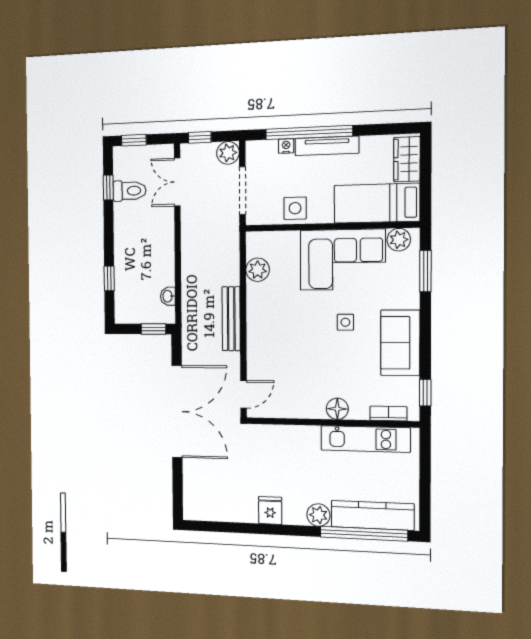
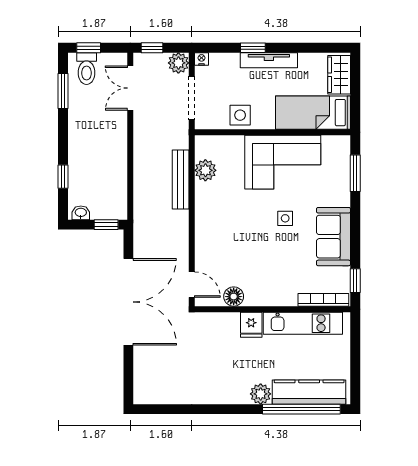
window: (309, 133) -> (253, 48), width x0.32
nightstand: (286, 146) -> (201, 59), moved
window: (108, 188) -> (63, 91), width x1.50
toilet: (129, 191) -> (87, 69), moved, turned 90
plant: (399, 240) -> (332, 145), removed
washbasin: (168, 296) -> (81, 213), moved, turned 90
bench: (231, 319) -> (181, 179), moved
door: (244, 394) -> (192, 285), hinge flipped
floor lamp: (337, 409) -> (234, 297), moved
bookcase: (389, 414) -> (323, 300), width x1.56
fridge: (270, 510) -> (251, 325), moved, turned 180

